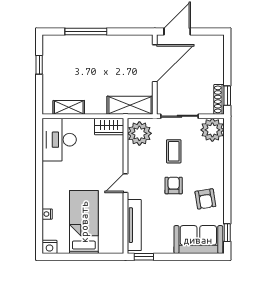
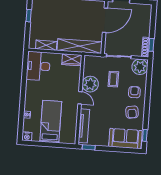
shelving: (130, 105) -> (80, 46), width x1.47
plant: (139, 133) -> (90, 84), moved
door: (125, 183) -> (80, 98), swing flipped
armchair: (174, 186) -> (134, 92), moved

